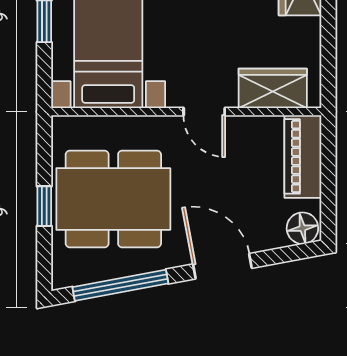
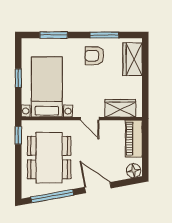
dining table: (113, 199) -> (49, 158), turned 90
window: (44, 206) -> (18, 135), moved

